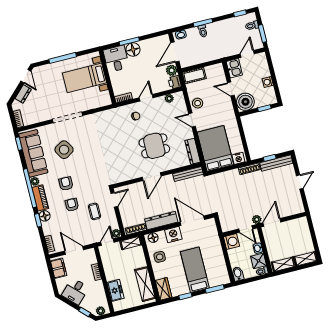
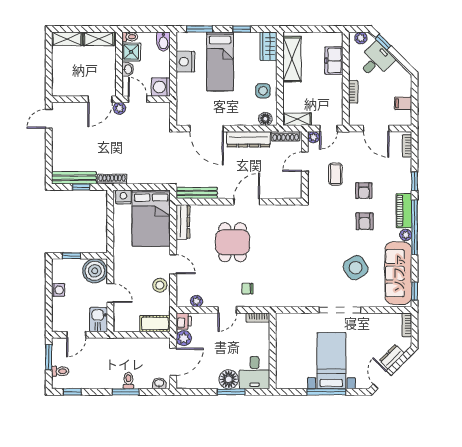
bed with nightstands: (84, 78) -> (331, 361), moved, turned -90
dining table: (154, 146) -> (233, 242), turned 90
door: (300, 182) -> (49, 119), moved
door: (114, 200) -> (305, 162), moved
floor lamp: (45, 216) -> (404, 185), removed
nightstand: (173, 235) -> (185, 62), moved, turned 90
filing cabinet: (59, 268) -> (403, 103), width x0.50
desk: (75, 291) -> (376, 60), moved

